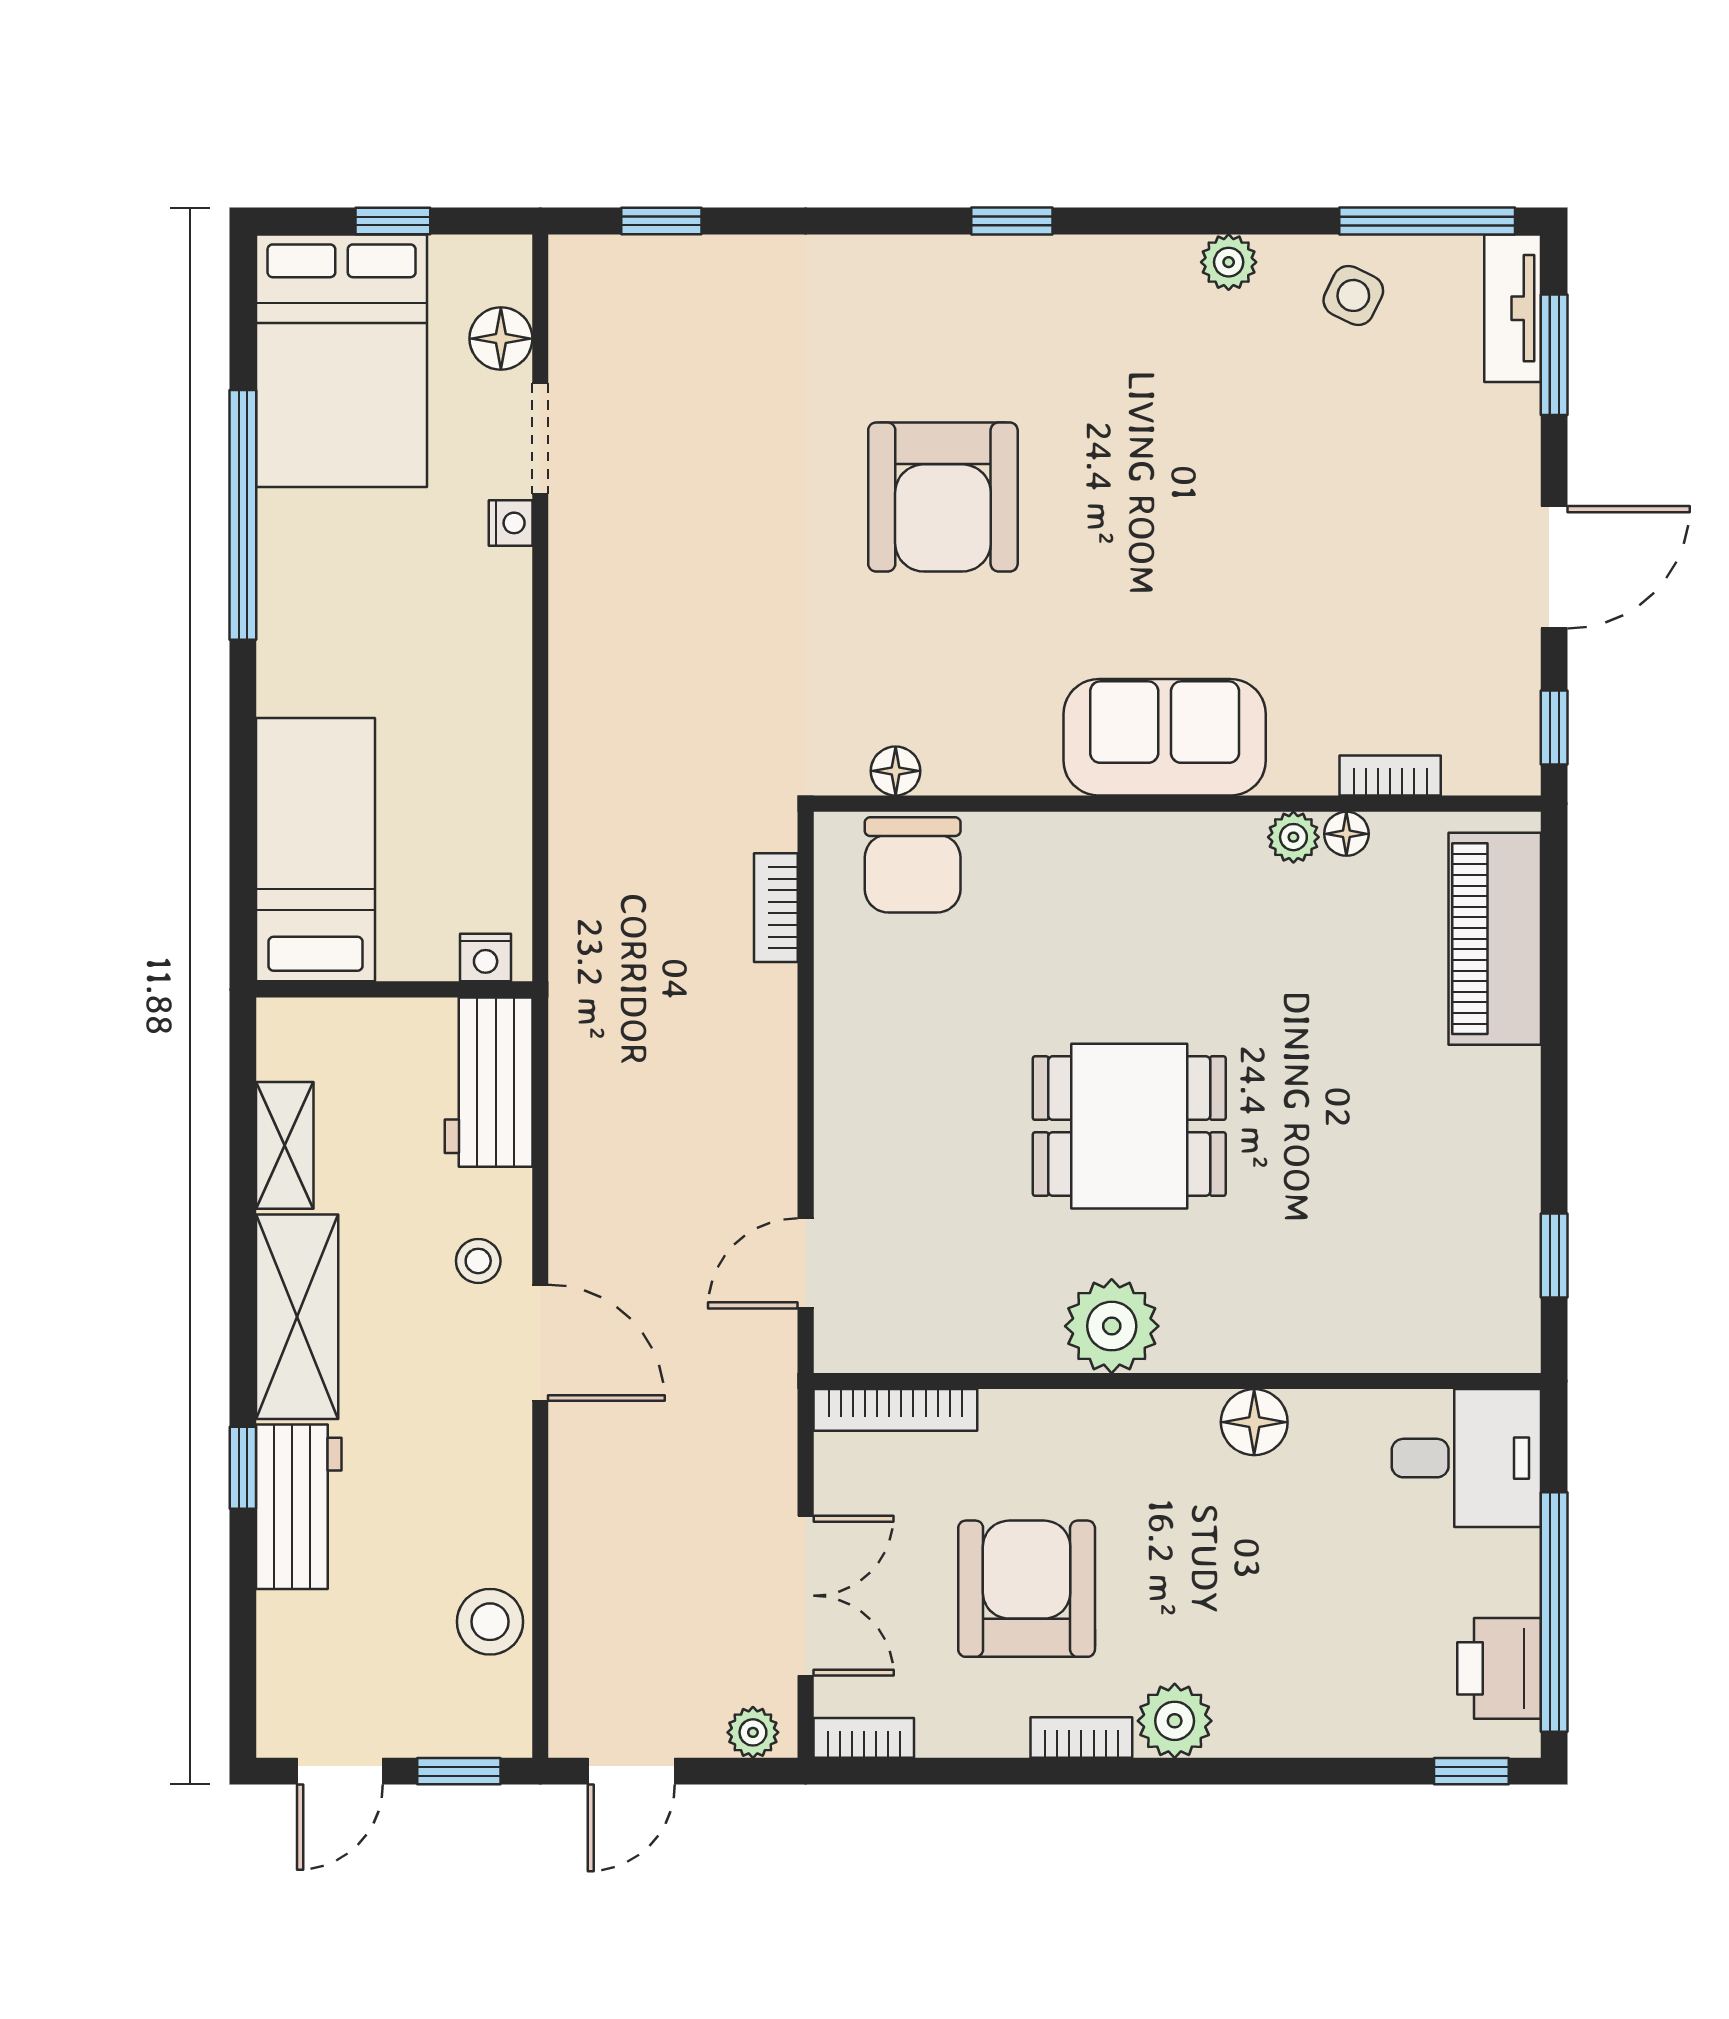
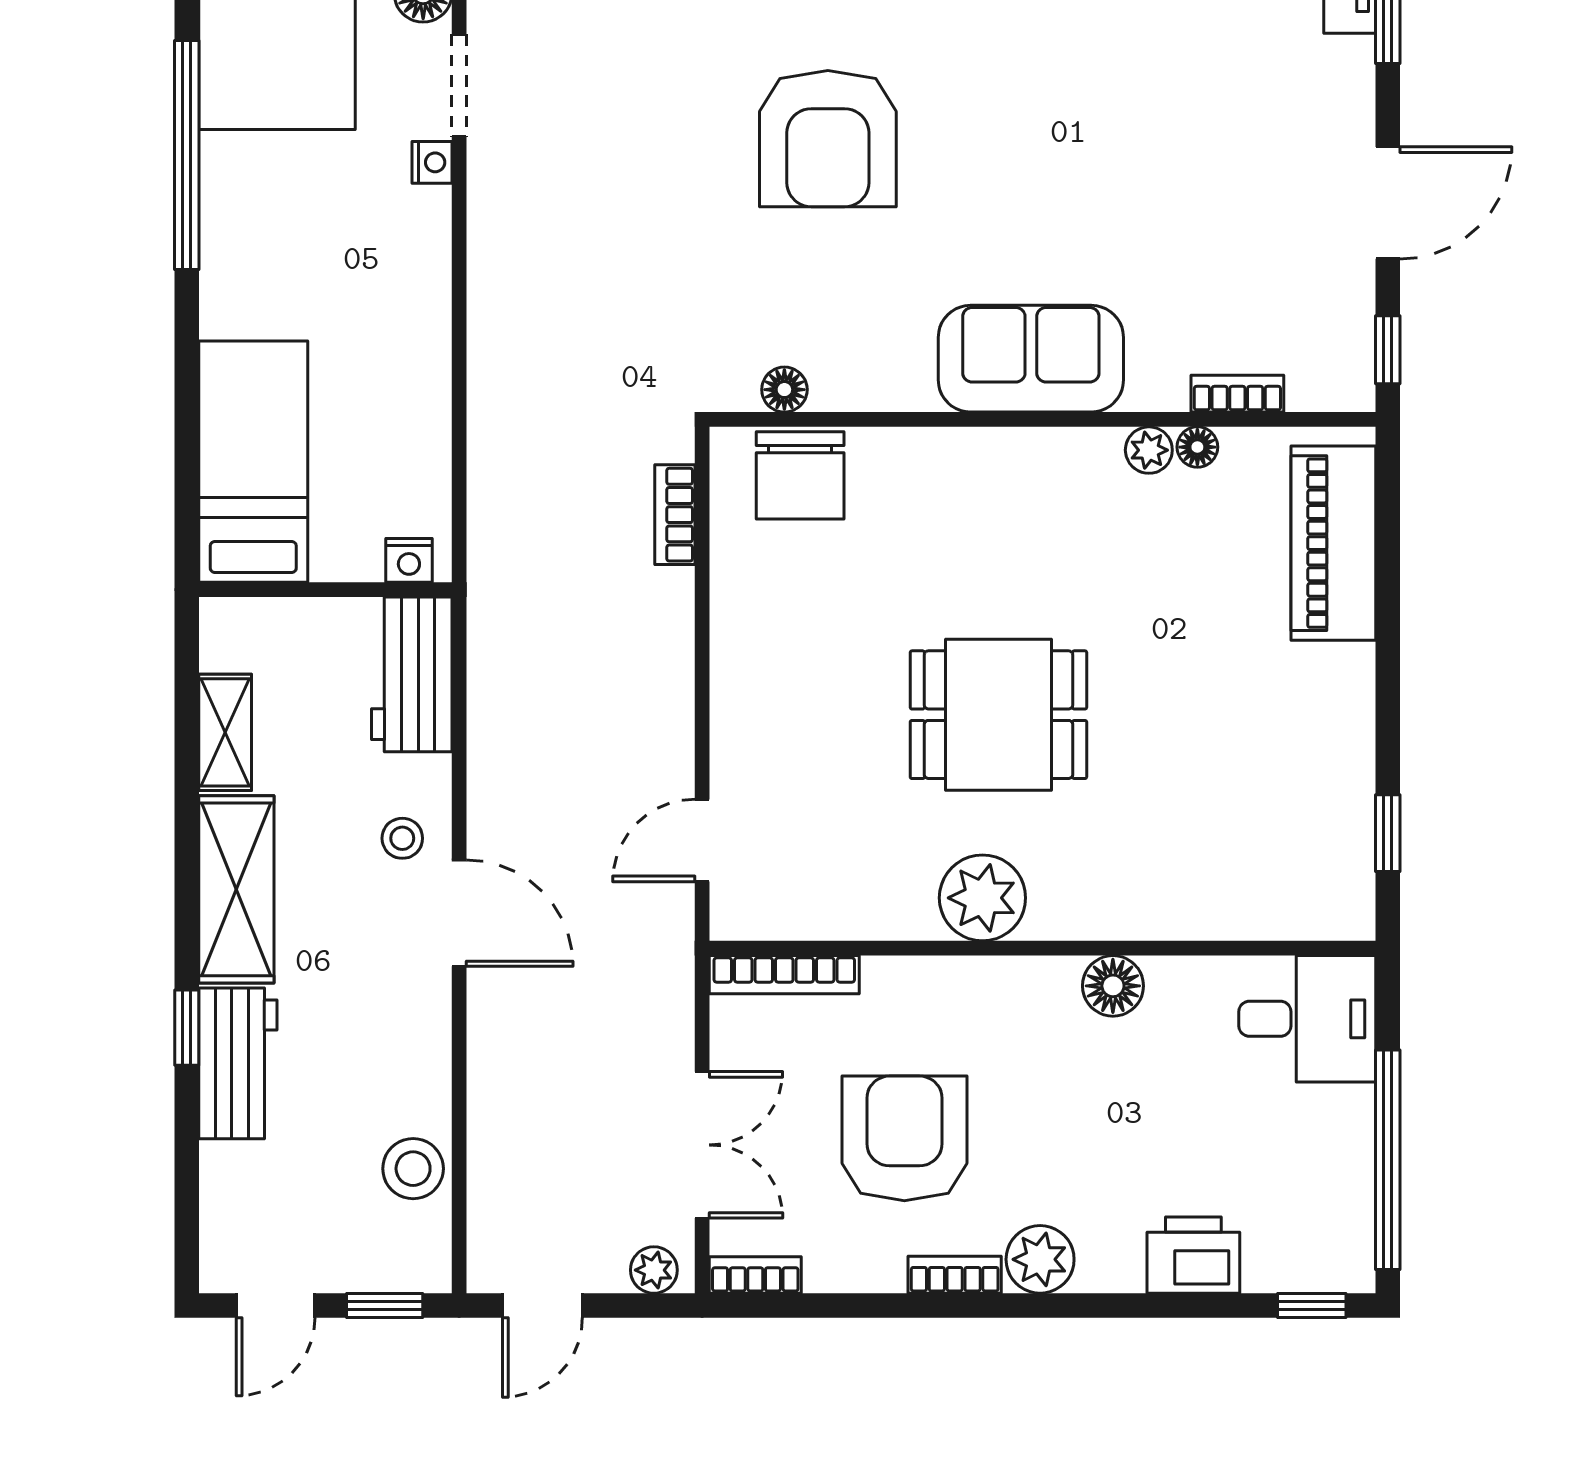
printer: (1499, 1668) -> (1193, 1255), moved, turned 90

